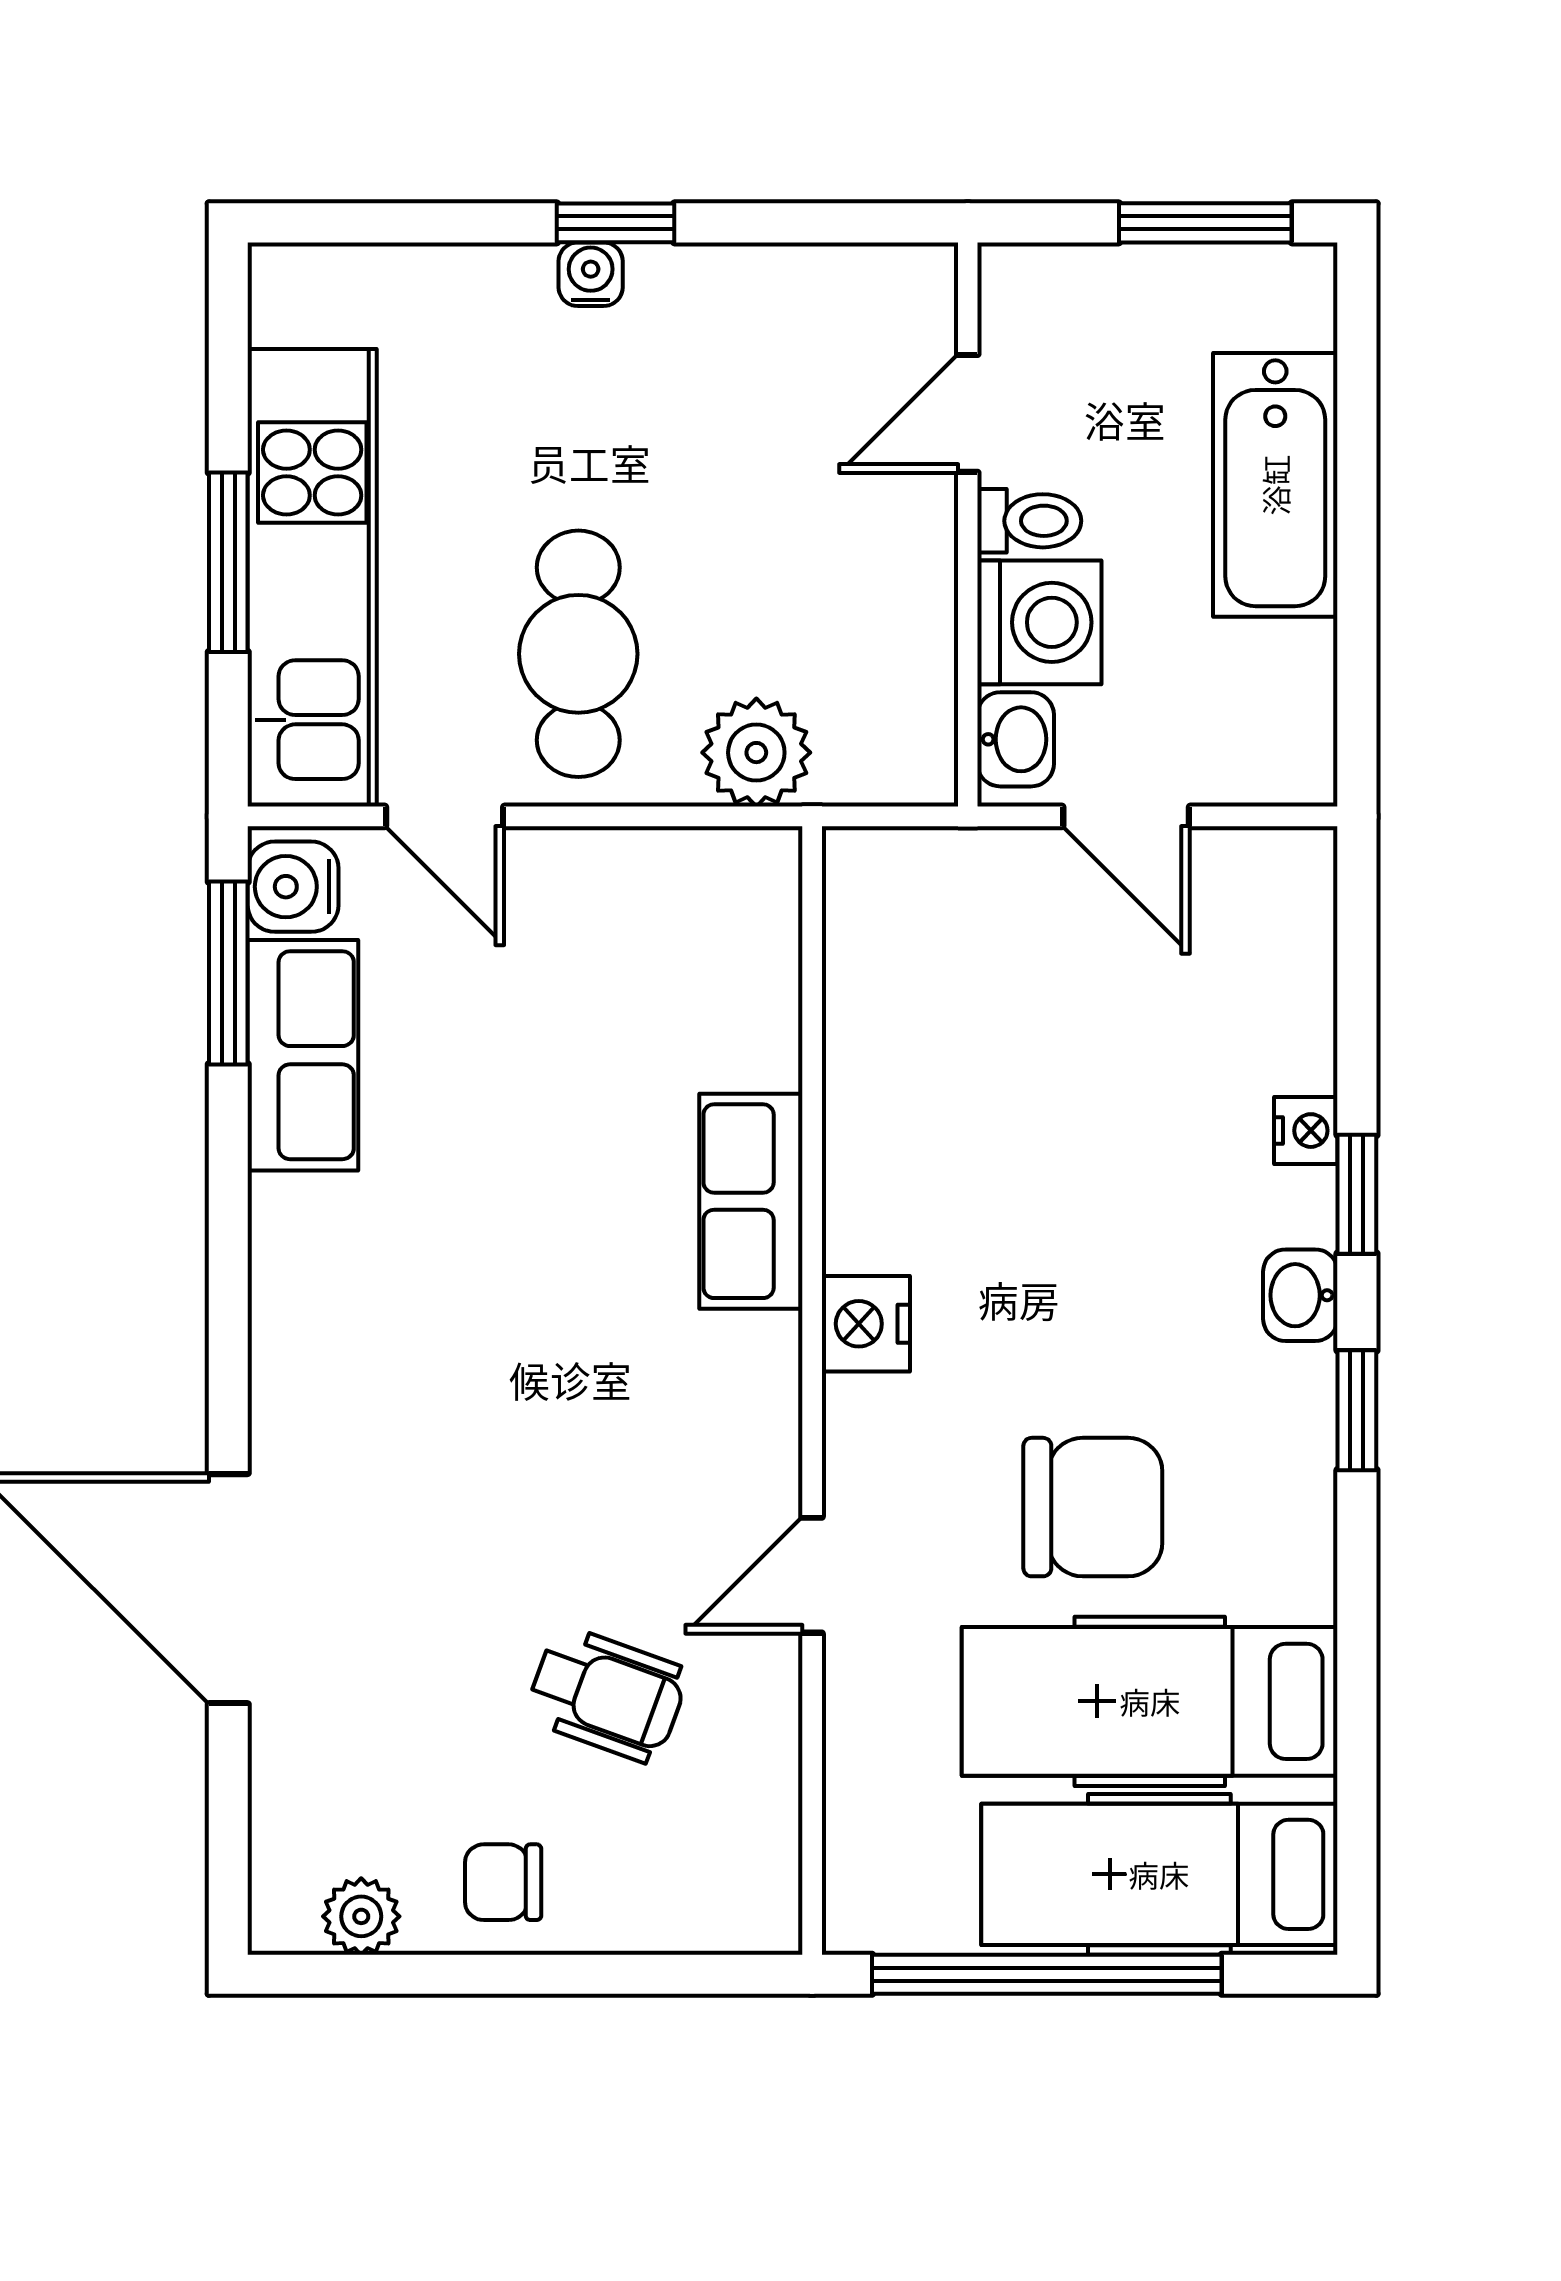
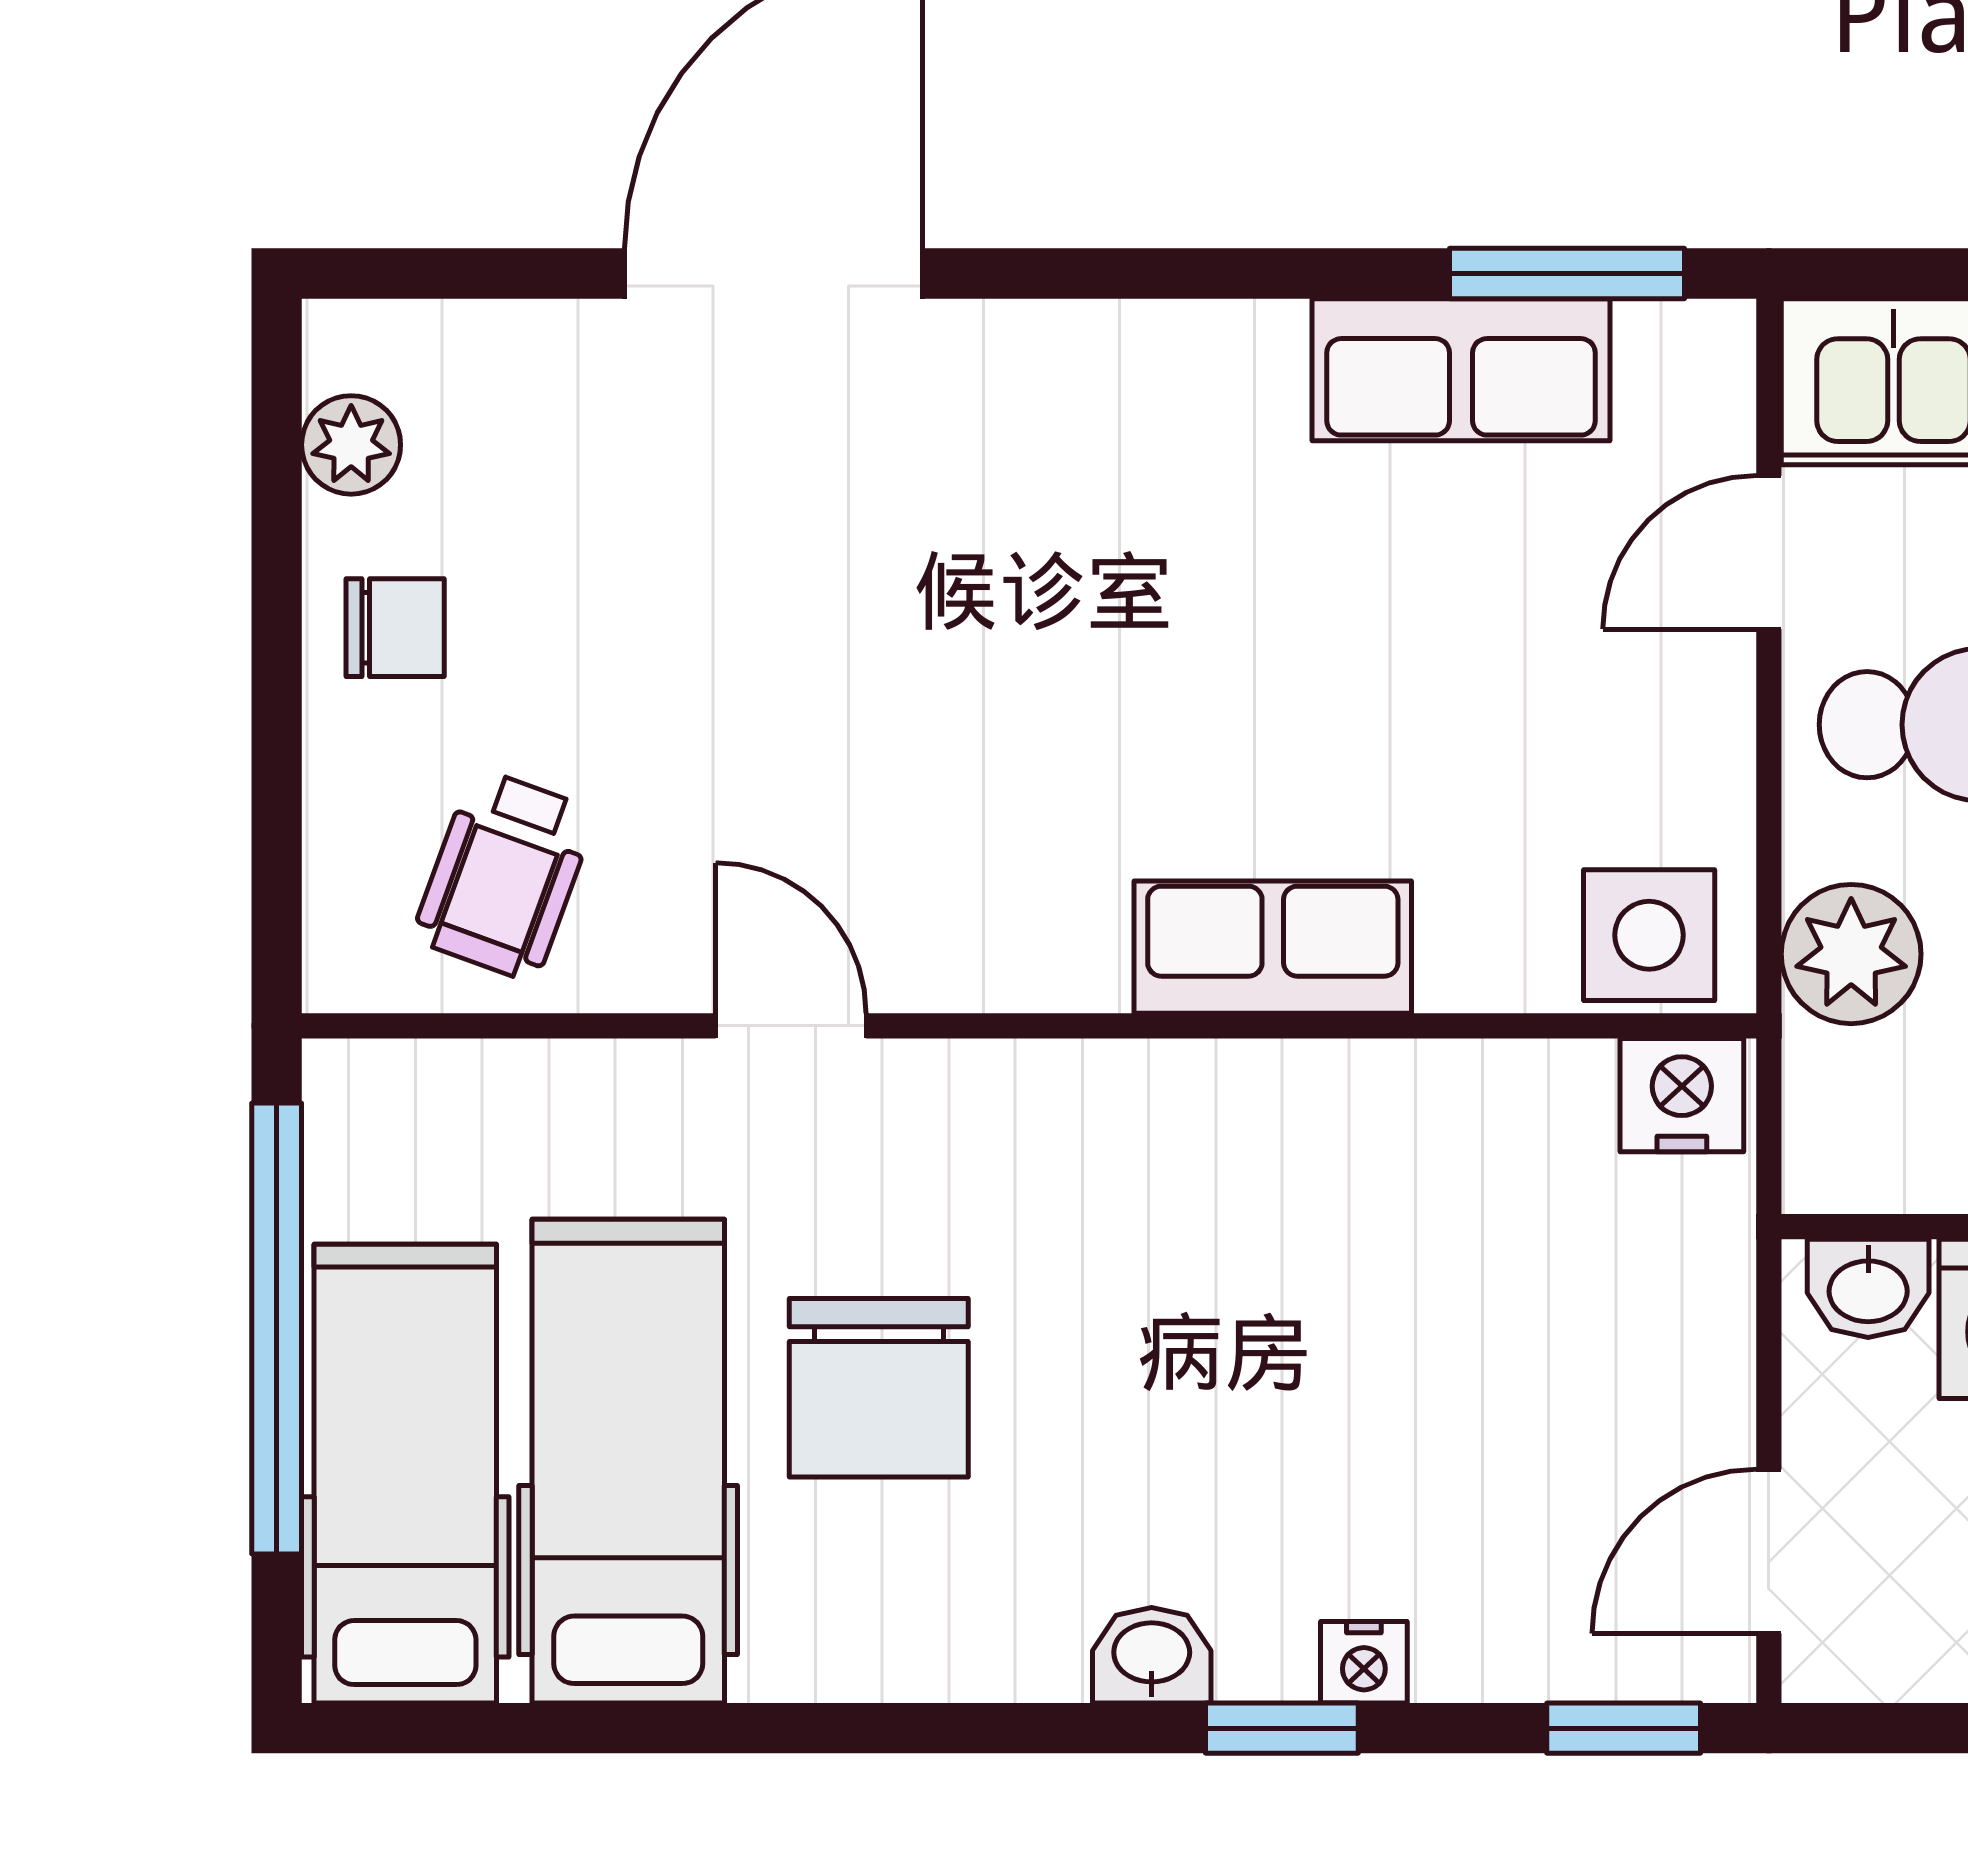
door: (1126, 816) -> (1769, 1552), moved
water cooler: (293, 887) -> (1678, 357), removed
side table: (742, 909) -> (1649, 935), added
nightstand: (866, 1324) -> (1682, 1095), moved
window: (1357, 1410) -> (1624, 1728), moved
wheelchair: (607, 1694) -> (504, 875), moved
chair: (503, 1882) -> (395, 628), turned 90

